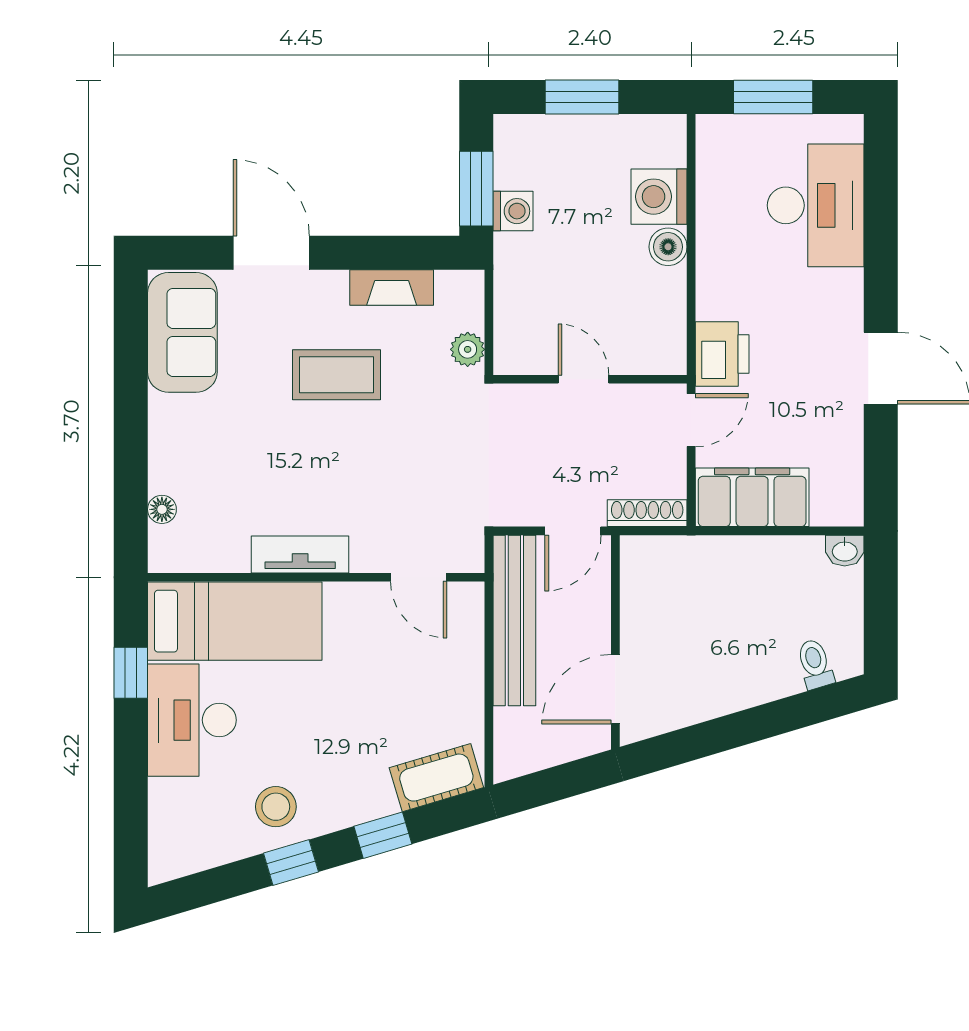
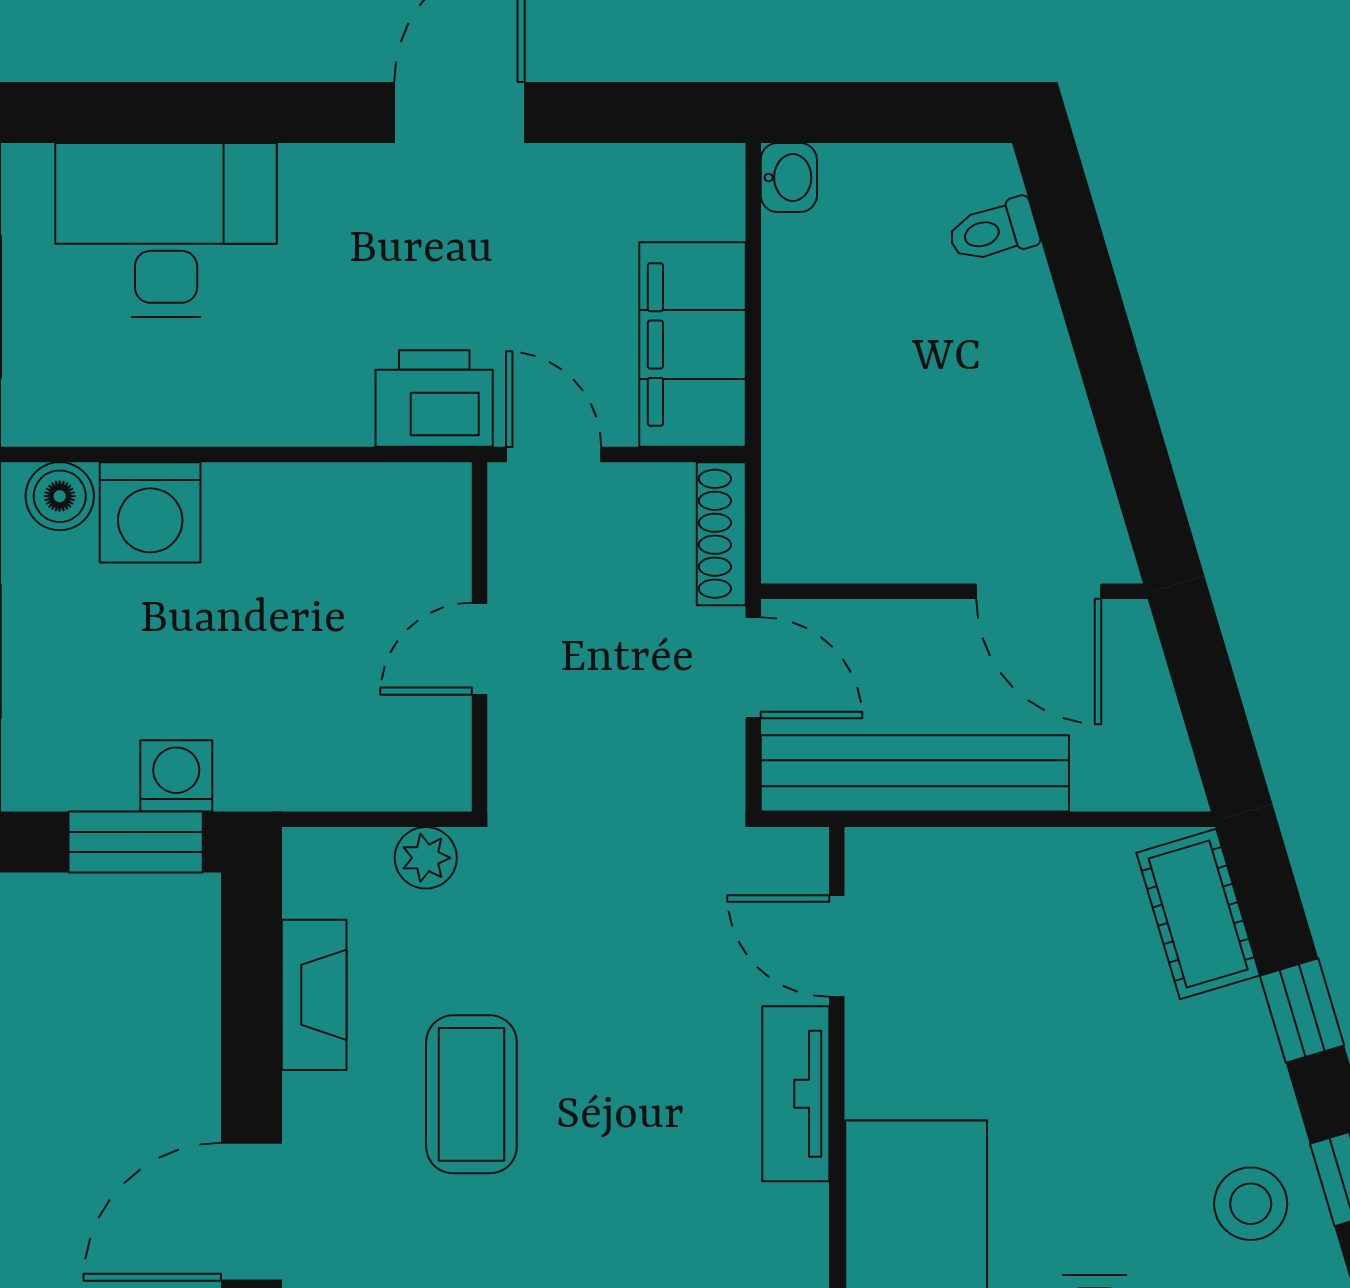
boiler: (668, 247) -> (60, 496), moved
tv unit: (300, 554) -> (796, 1094), moved
door: (419, 577) -> (837, 946), swing flipped

